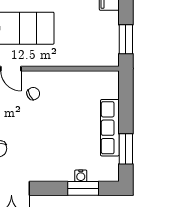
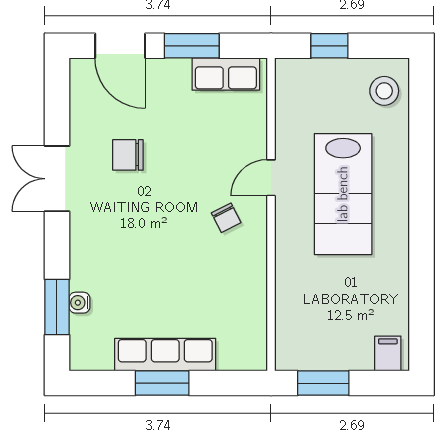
window: (126, 149) -> (162, 383), moved

